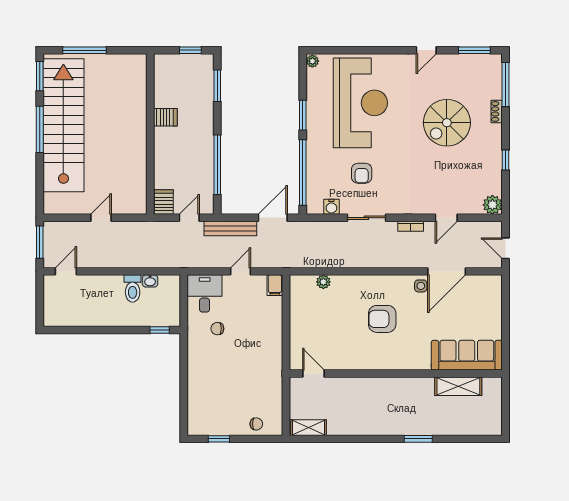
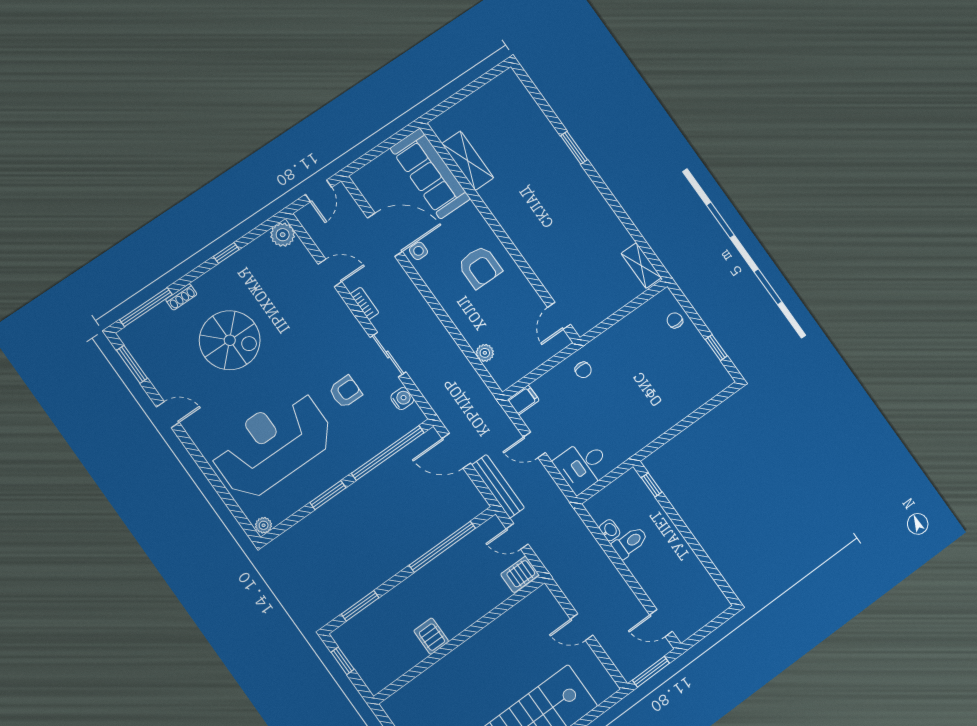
chair: (217, 329) -> (583, 370), moved
sofa: (467, 355) -> (430, 173), moved
door: (313, 374) -> (559, 316), moved
wall: (396, 374) -> (500, 233), moved
shelving: (458, 386) -> (468, 161), moved

